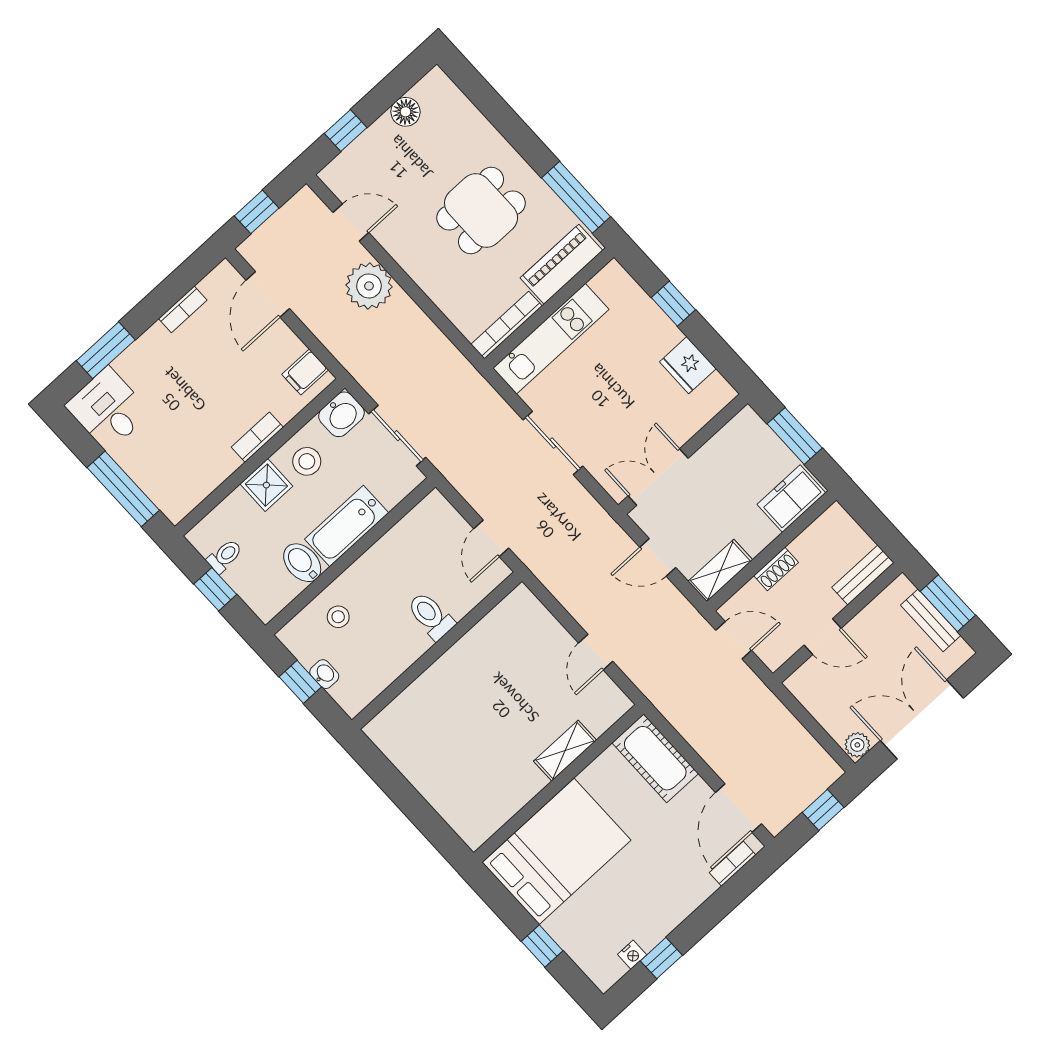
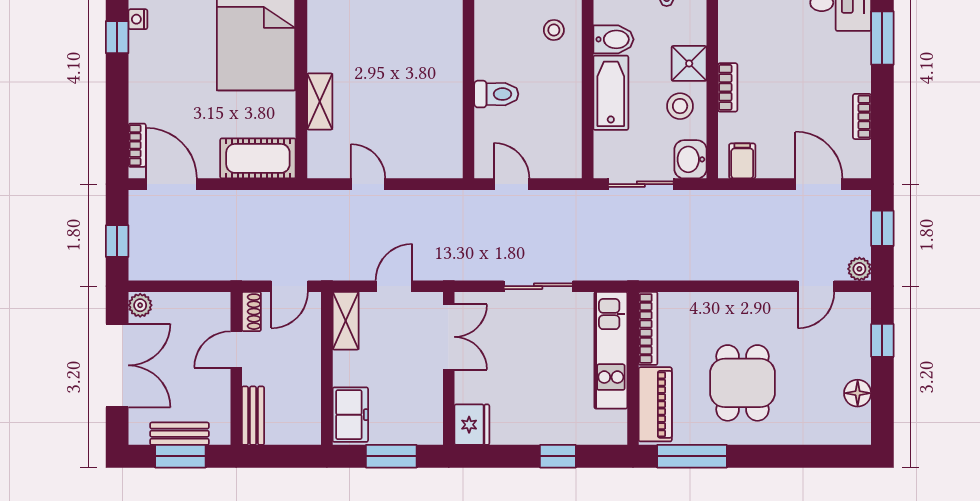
plant: (369, 286) -> (859, 269), moved, width x0.53, depth x0.53
fridge: (688, 365) -> (472, 425), moved, turned 90
shoe rack: (776, 569) -> (251, 312), moved, turned 180

